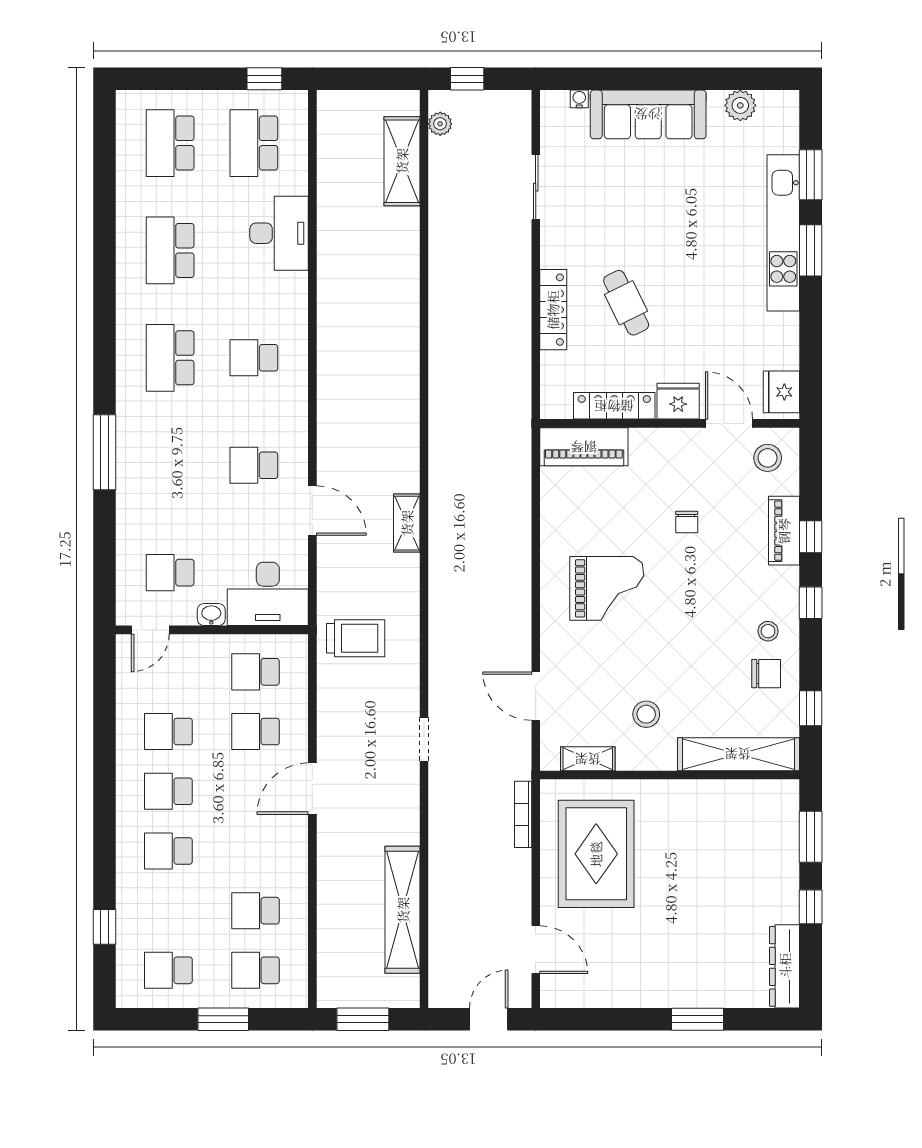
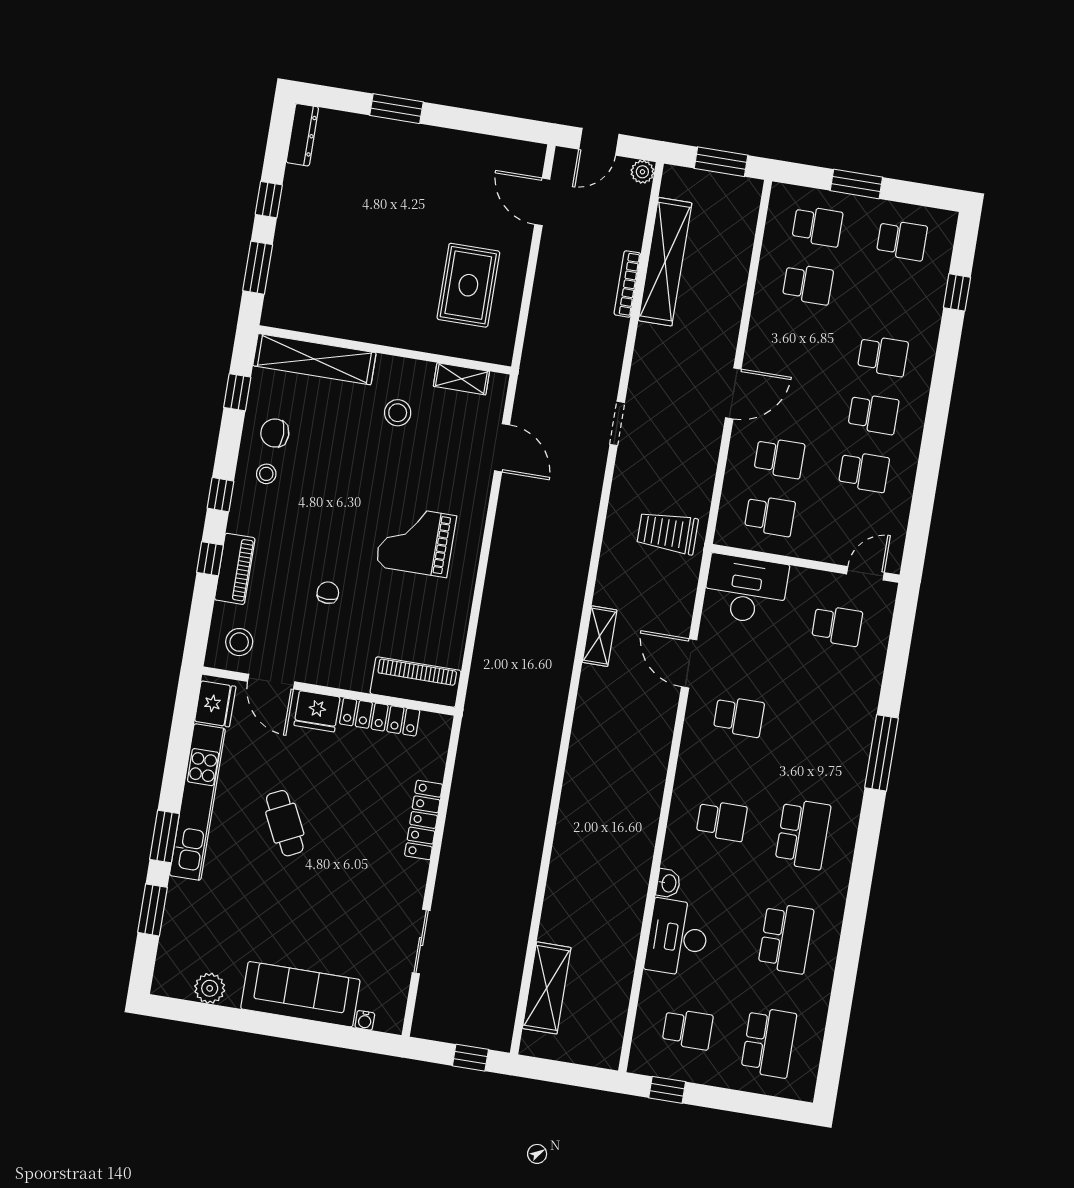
plant: (440, 124) -> (642, 172), moved
school desk: (254, 143) -> (688, 1029), width x0.54
kitchen unit: (783, 233) -> (197, 802), moved
cafe table: (626, 303) -> (285, 823), moved
washbasin: (211, 615) -> (668, 883), moved, turned -90
bookcase: (523, 814) -> (627, 284), moved, turned 180
rug: (596, 854) -> (468, 285), width x0.73, depth x0.69
dresser: (785, 966) -> (302, 135), width x0.73, depth x0.80

